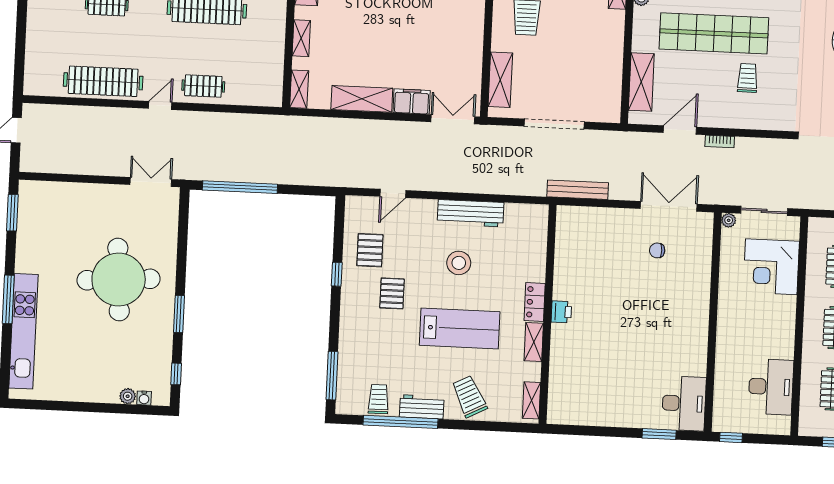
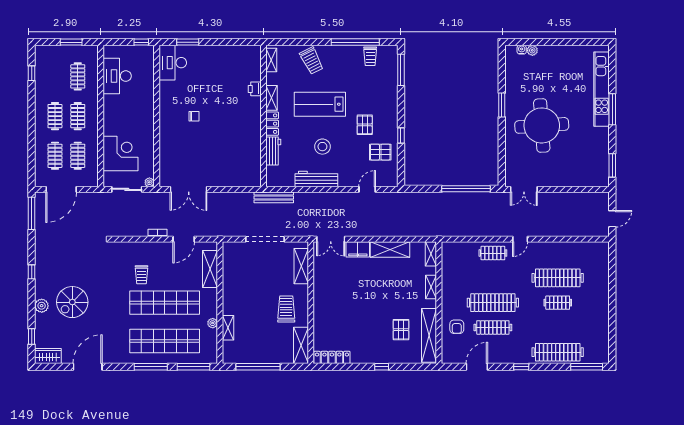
clothes rail: (103, 81) -> (558, 278), moved
bench: (578, 190) -> (274, 197), moved
pallet: (370, 250) -> (380, 152), turned 90
chair: (657, 250) -> (194, 116), moved
printer: (561, 312) -> (255, 89), moved
window: (176, 374) -> (502, 66), removed
workbench: (422, 407) -> (273, 151), moved, turned -90

